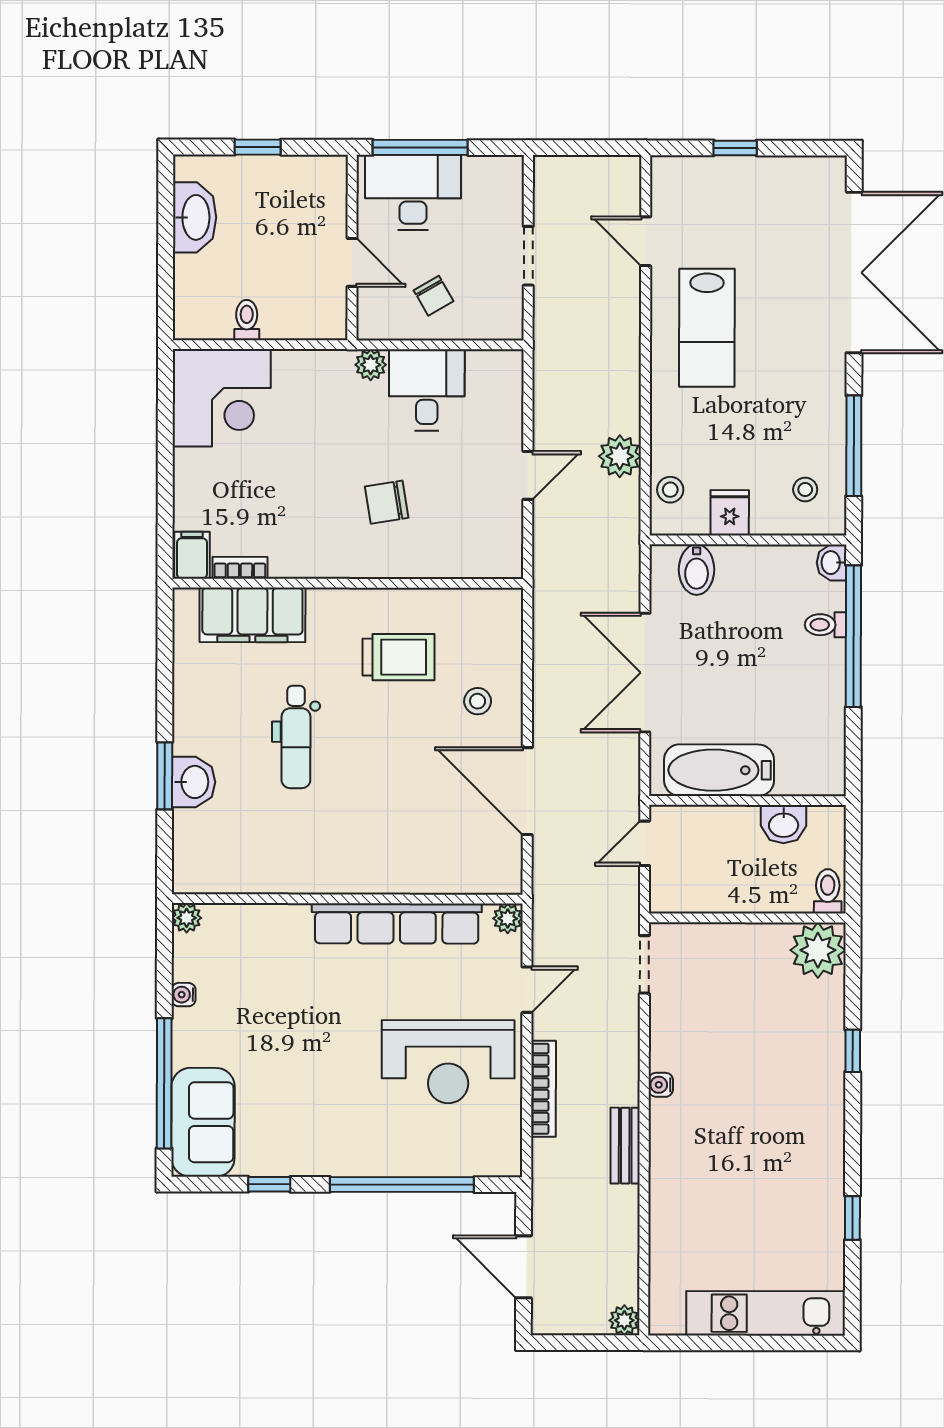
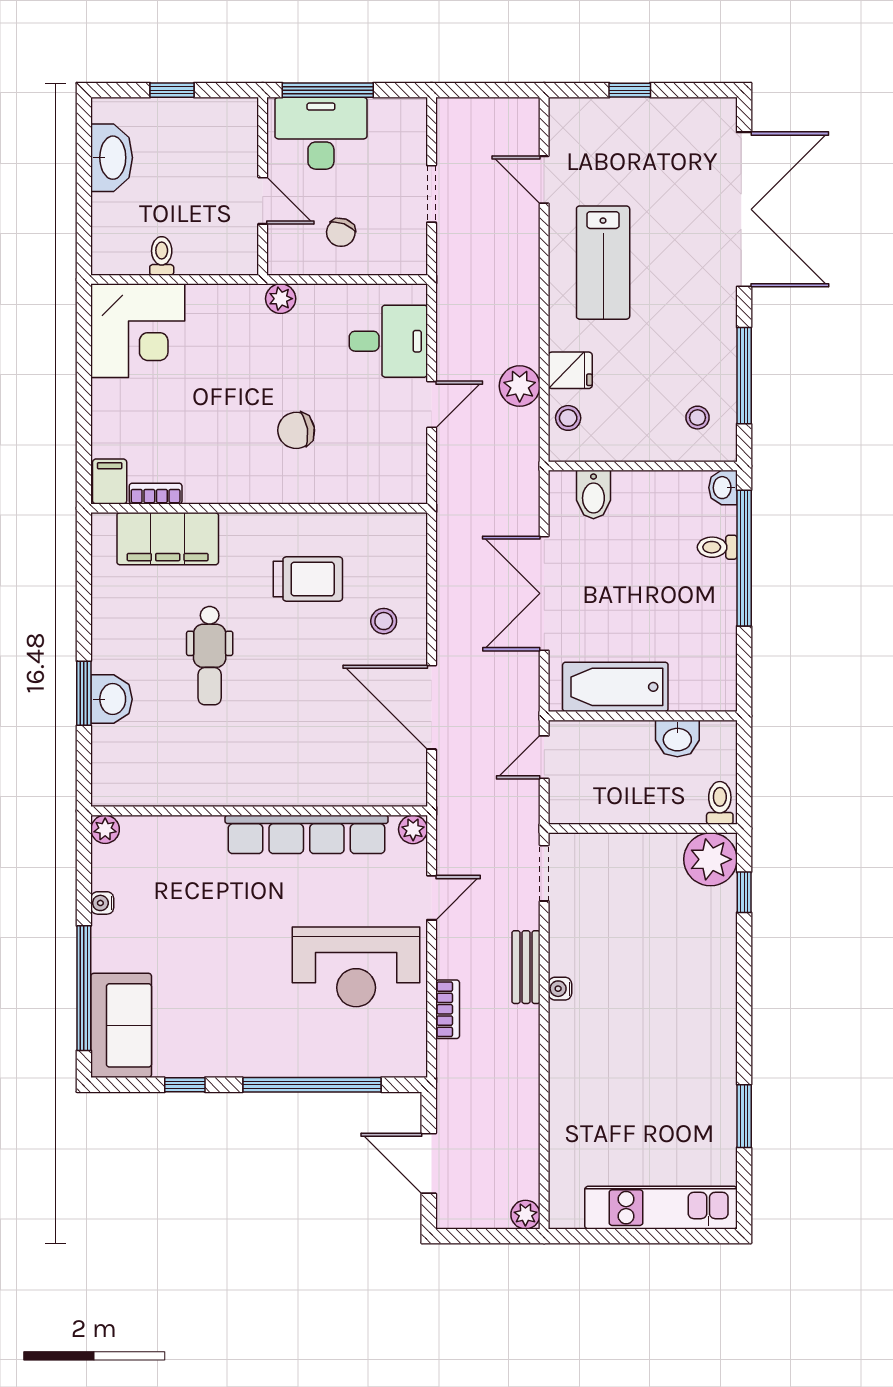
chair: (434, 296) -> (341, 232), turned 51
desk: (427, 390) -> (388, 341), moved, turned 90
fridge: (730, 513) -> (570, 370), moved, turned 90
window: (853, 1051) -> (744, 892), moved
bookcase: (543, 1089) -> (448, 1009), width x0.64
bench: (625, 1146) -> (526, 967), moved
window: (852, 1218) -> (744, 1116), width x1.50

